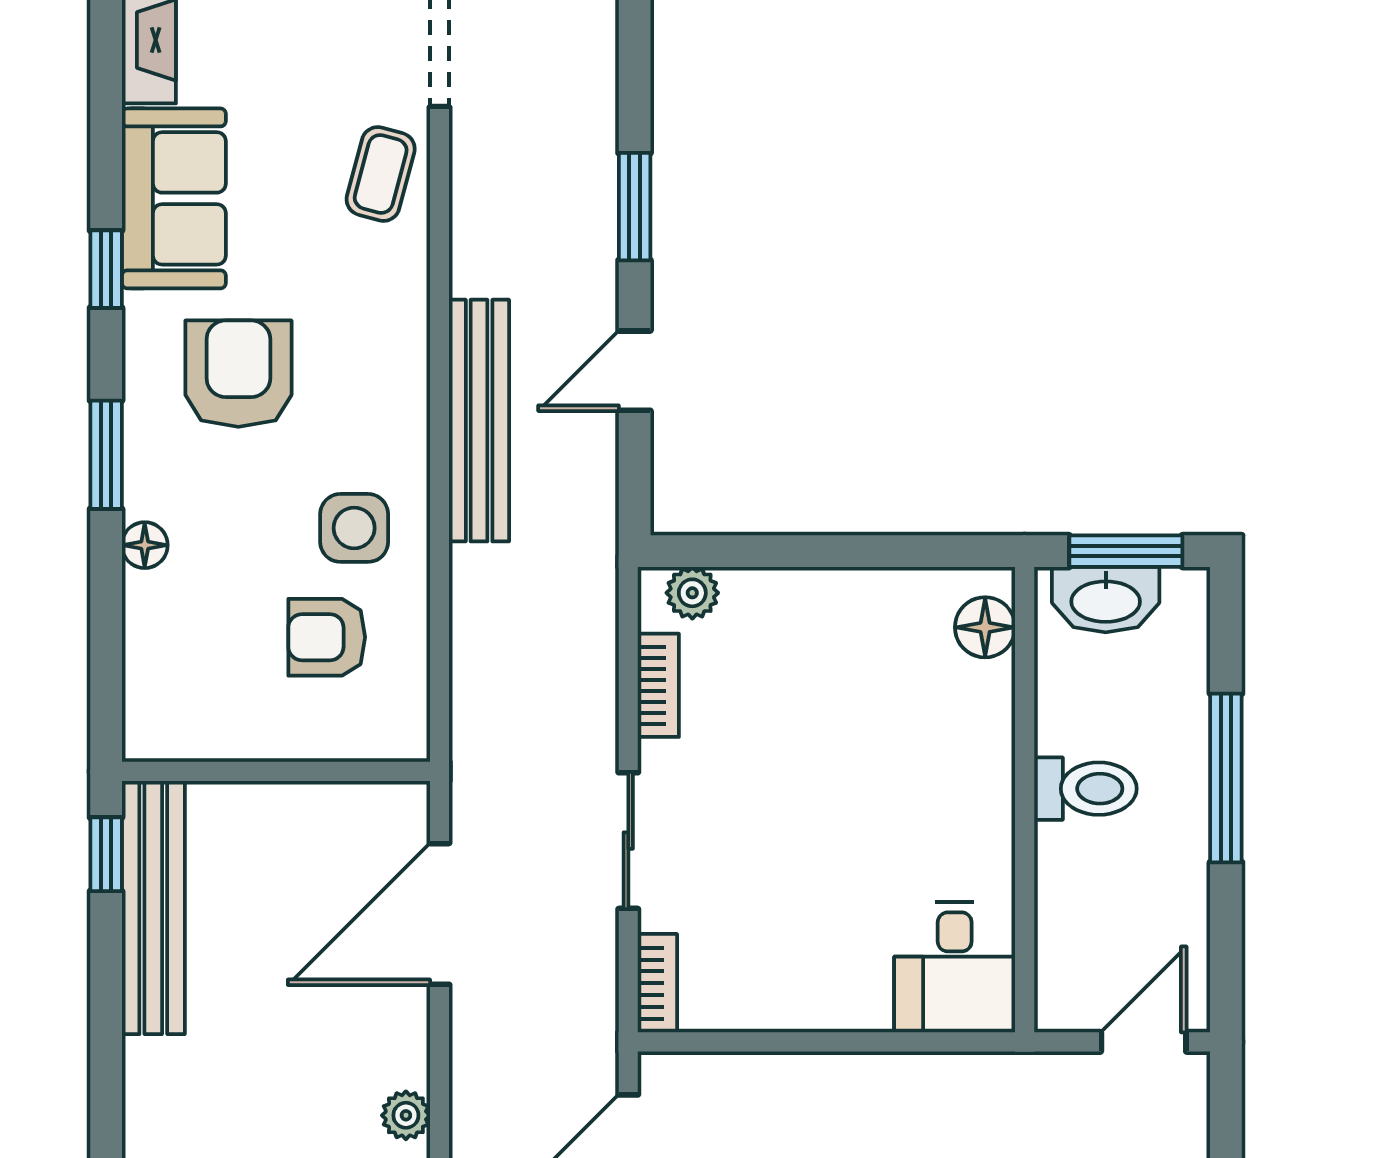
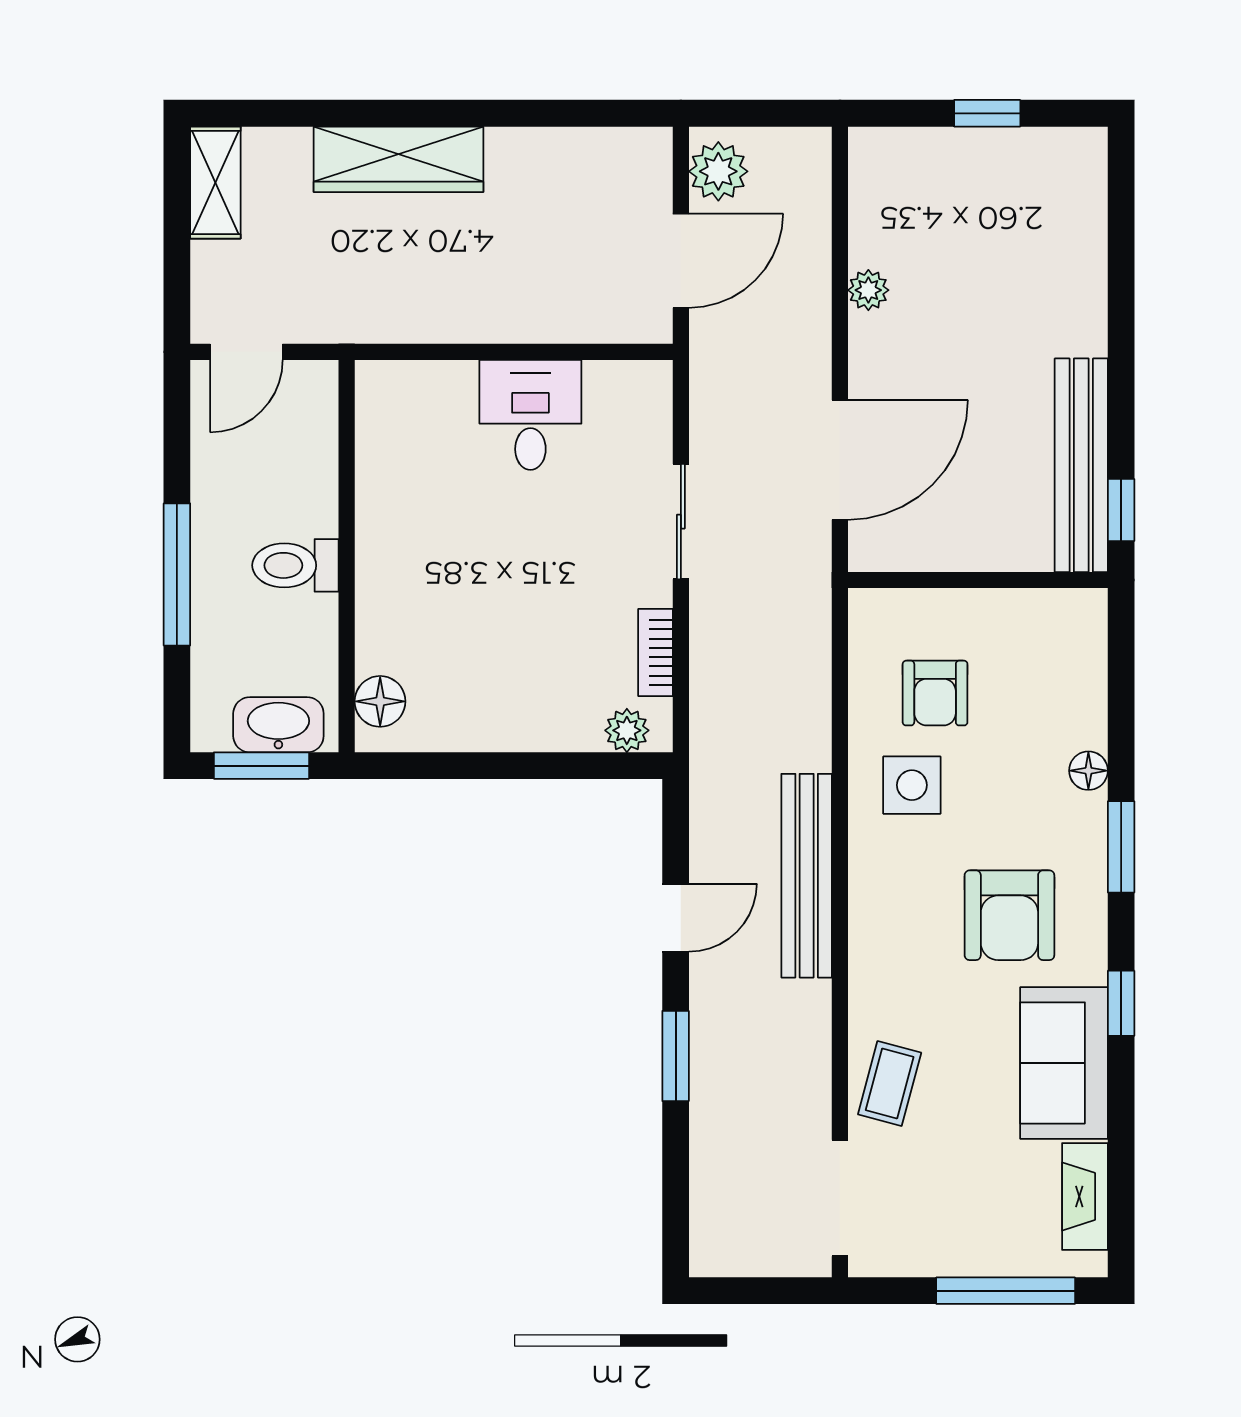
armchair: (327, 637) -> (935, 693), turned 90
desk: (955, 967) -> (530, 415), moved
bookcase: (657, 983) -> (656, 401), removed

